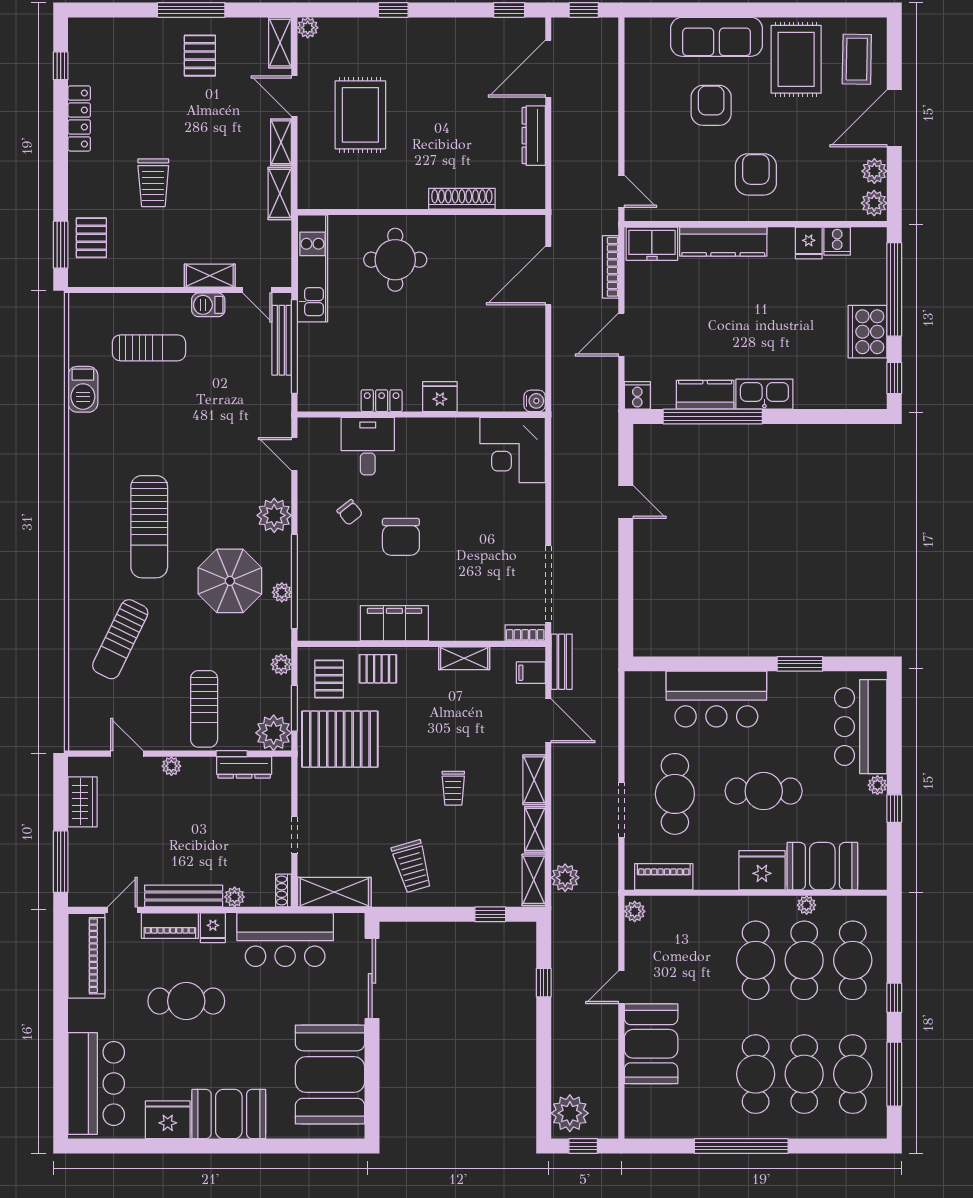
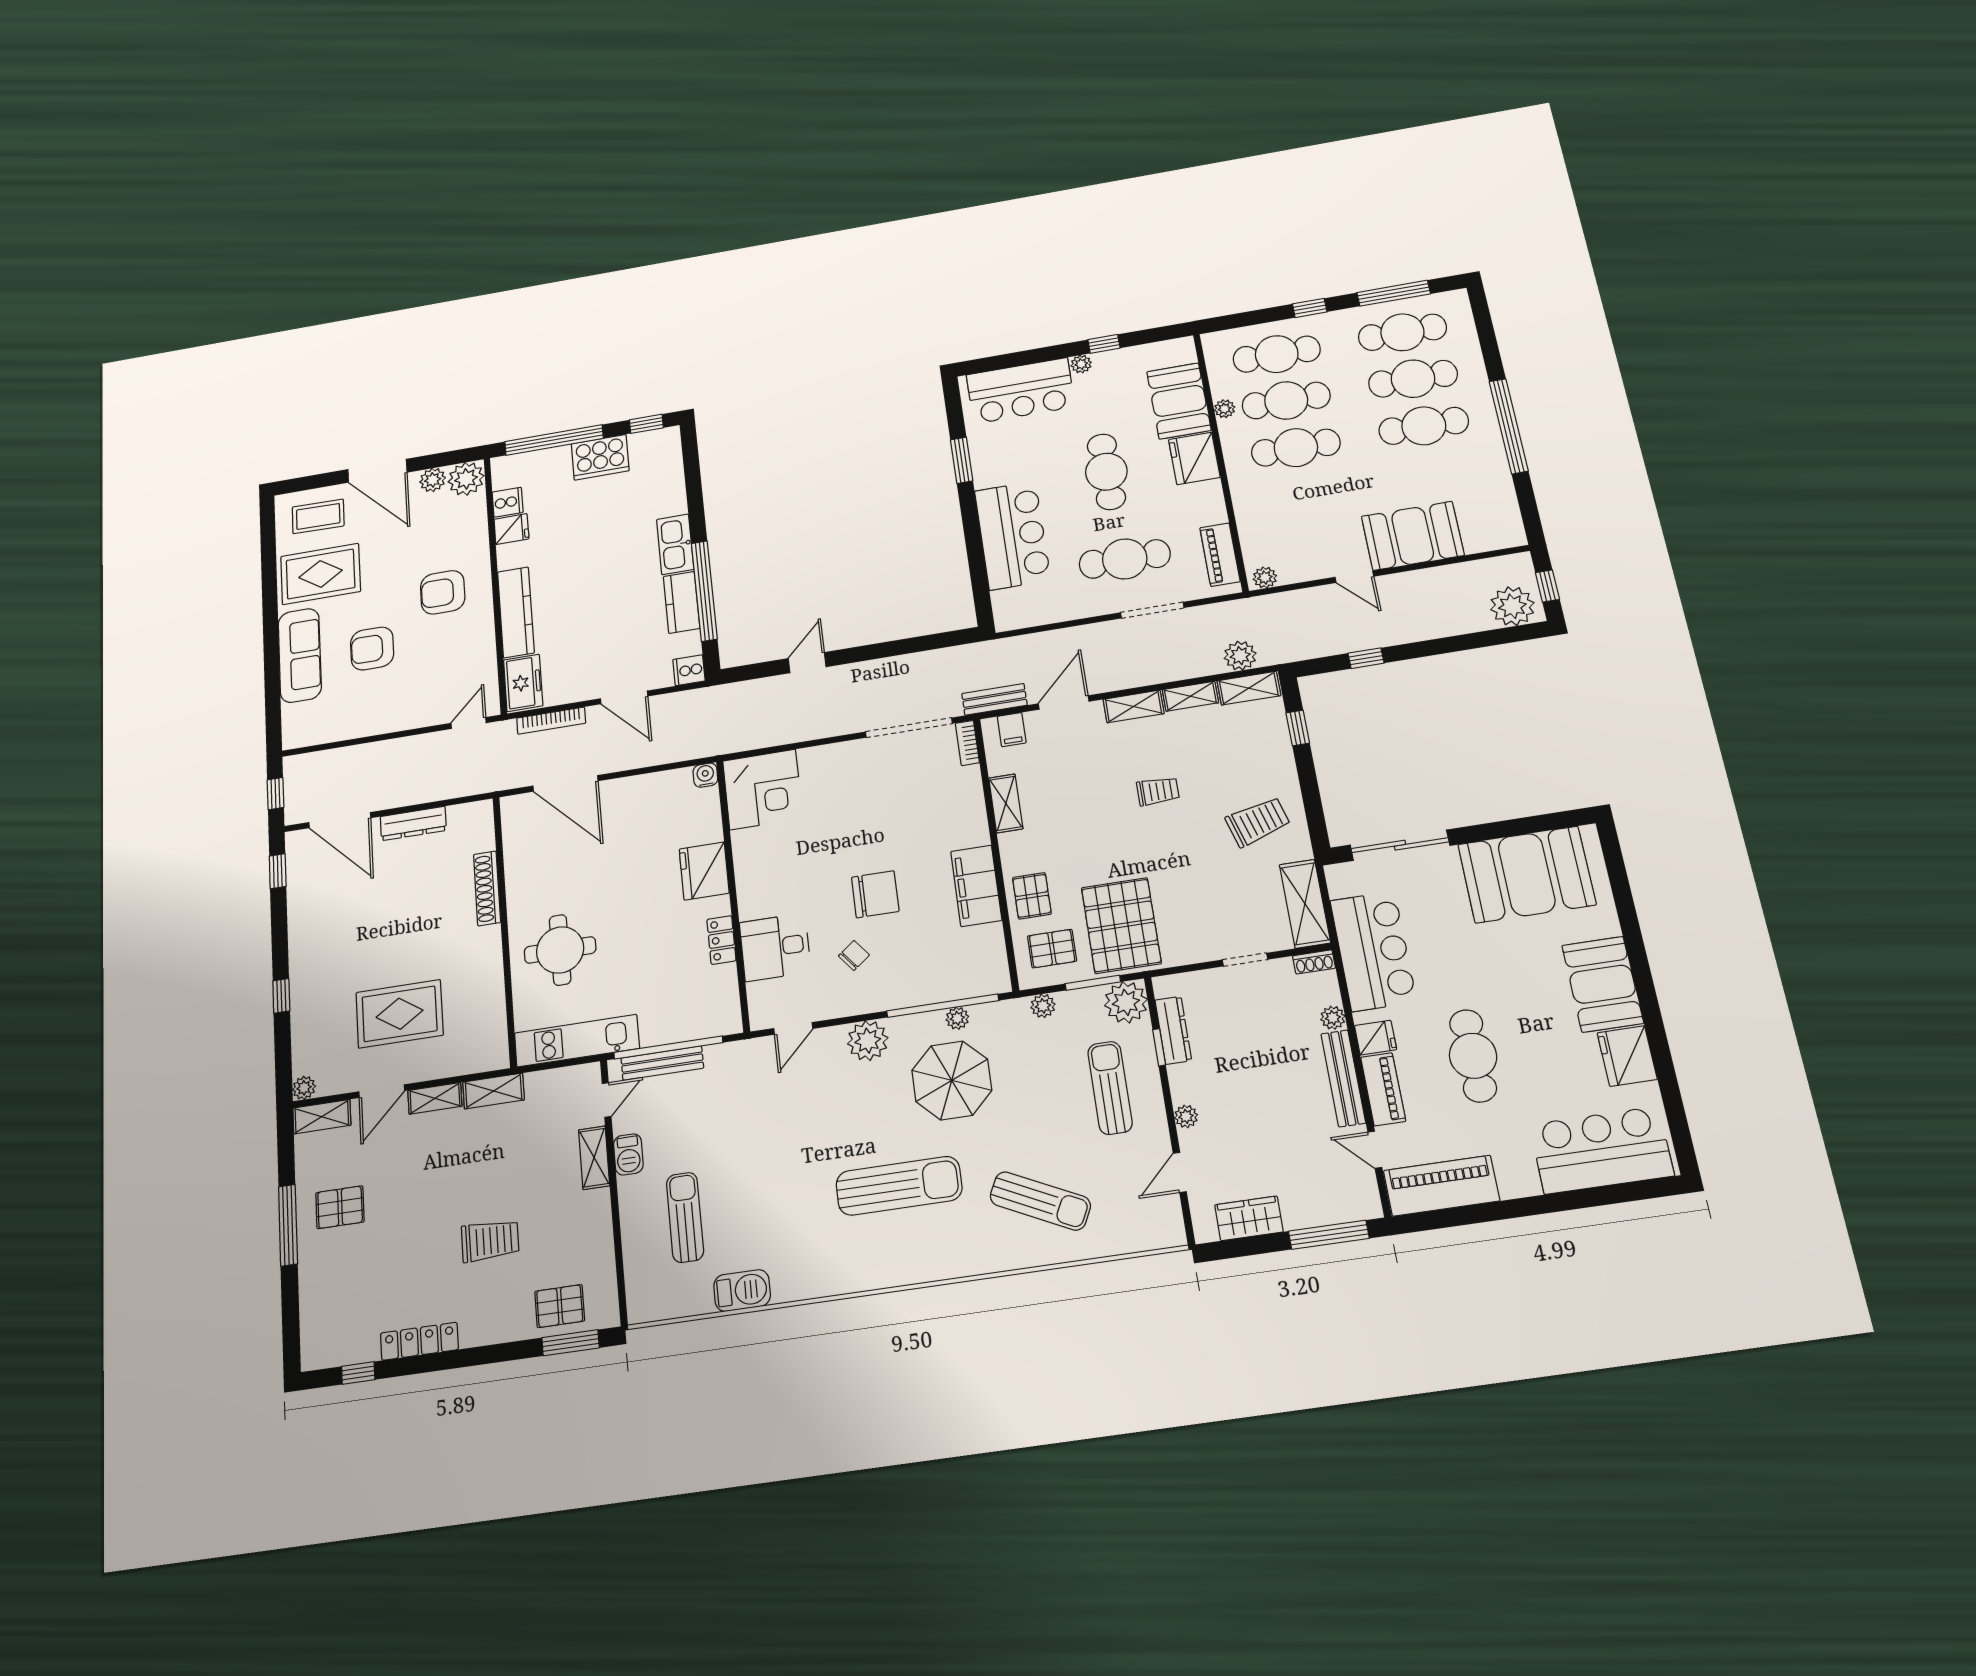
plant: (874, 203) -> (466, 479), width x1.36, depth x1.36
fridge: (440, 397) -> (704, 871), width x1.36, depth x1.34
sun lounger: (204, 709) -> (1110, 1088), turned -90

